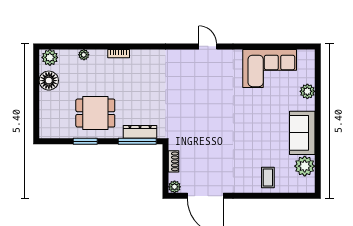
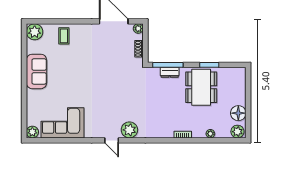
plant: (185, 59) -> (129, 130), added
plant: (307, 91) -> (32, 132), moved
dining table: (95, 113) -> (201, 87), width x1.38
dresser: (140, 132) -> (170, 72), width x0.70
plant: (305, 166) -> (35, 32), moved

